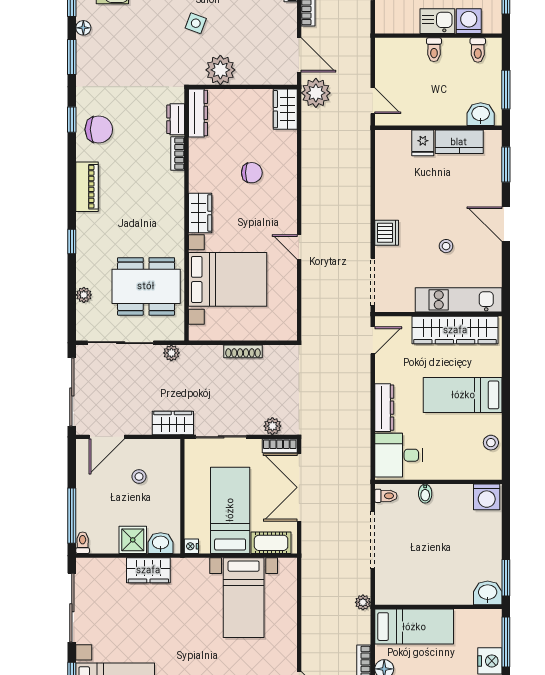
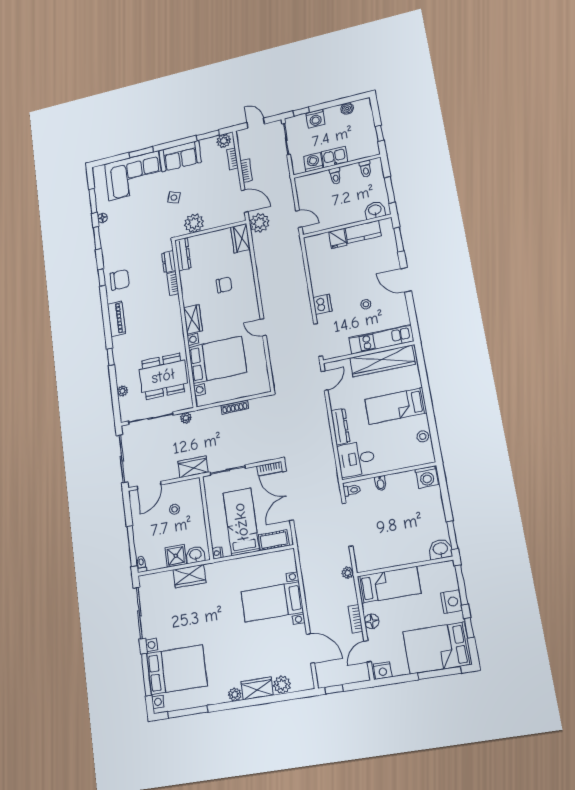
washing machine: (469, 21) -> (313, 162), moved
plant: (272, 426) -> (263, 455), removed
bed with nightstands: (244, 598) -> (272, 602), moved, turned 90

